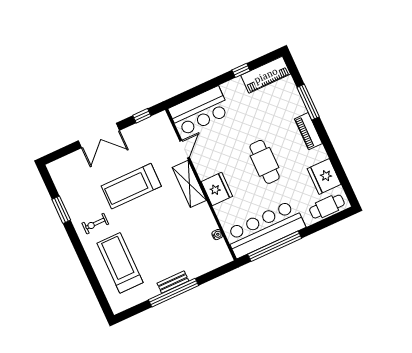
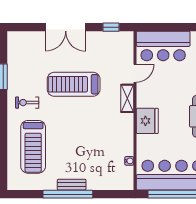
shelving: (189, 184) -> (127, 98), width x0.67, depth x0.75
treadmill: (120, 263) -> (33, 147), turned 180

